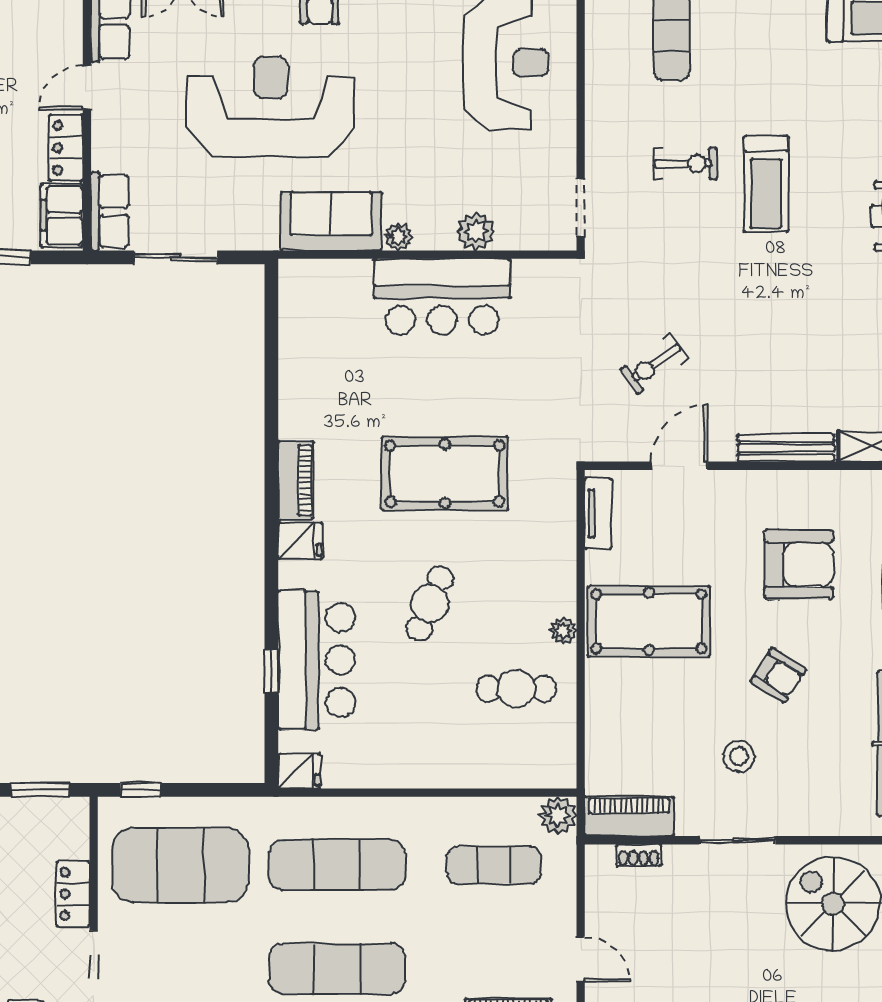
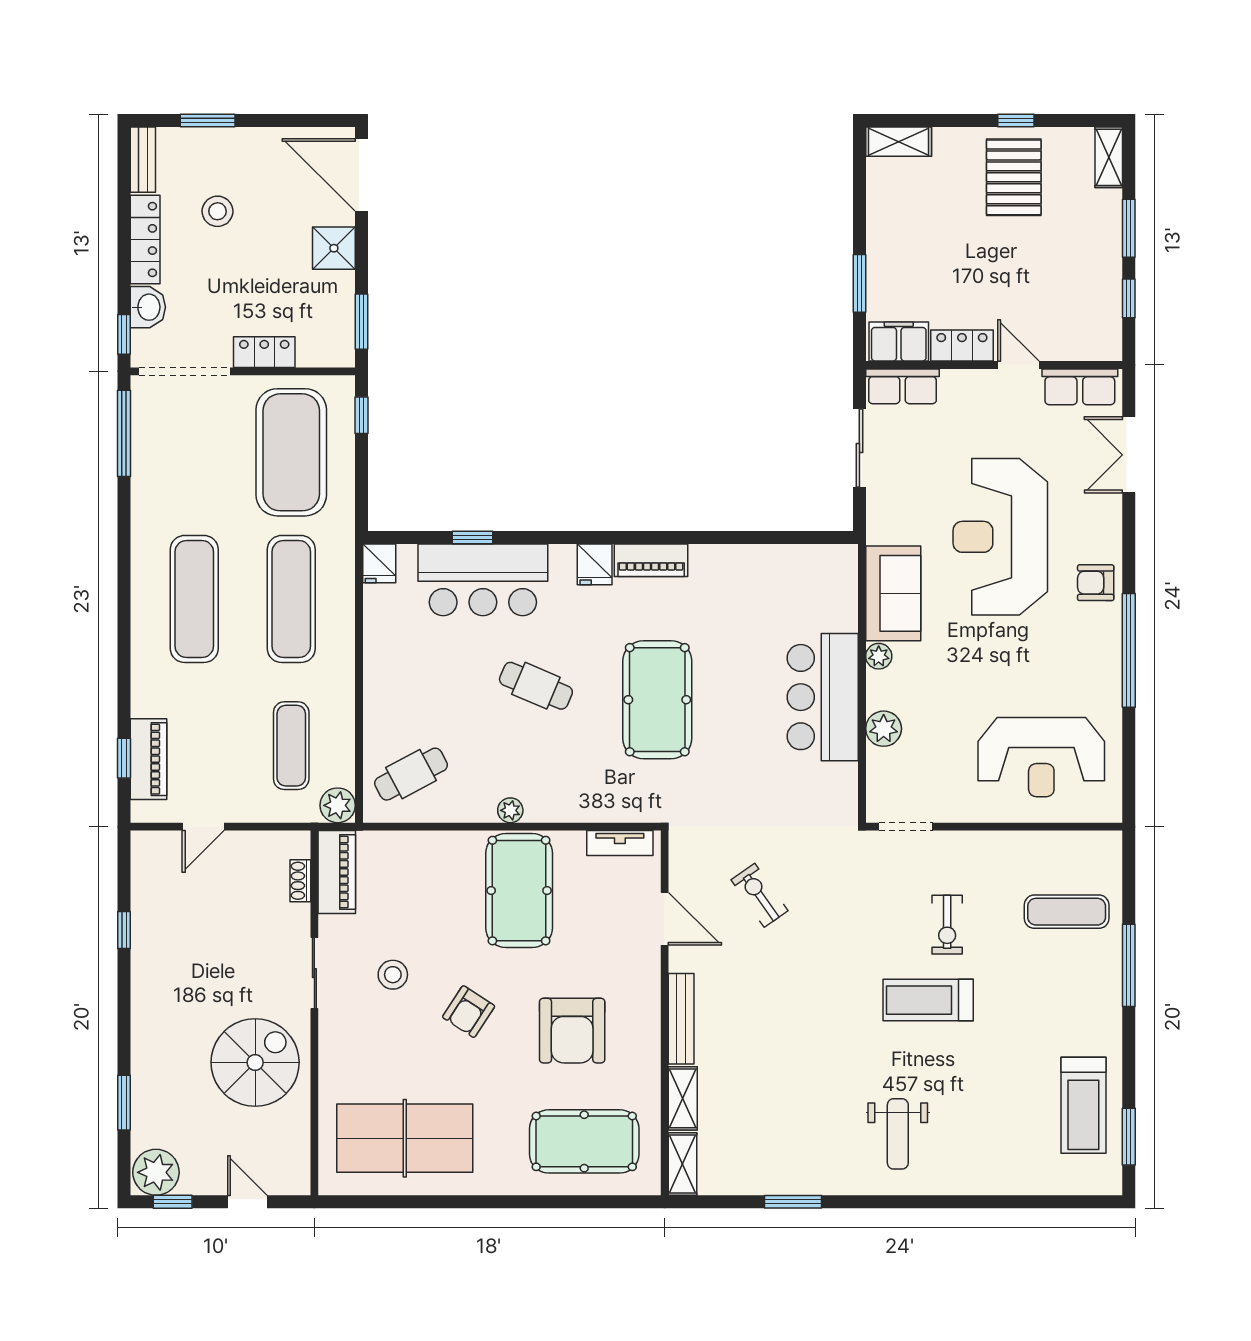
reception desk: (271, 107) -> (1000, 537), turned 180
cafe table: (516, 689) -> (411, 774), moved, turned 62

